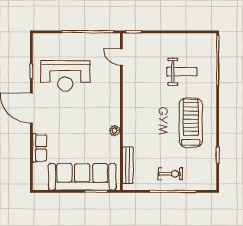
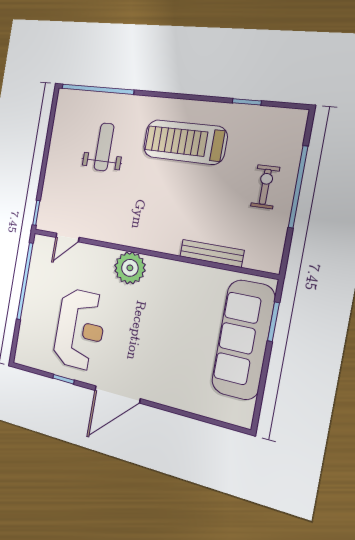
plant: (115, 131) -> (130, 268), moved, width x1.88, depth x1.88
row of seats: (40, 148) -> (182, 399), removed
bench: (128, 165) -> (212, 253), moved

